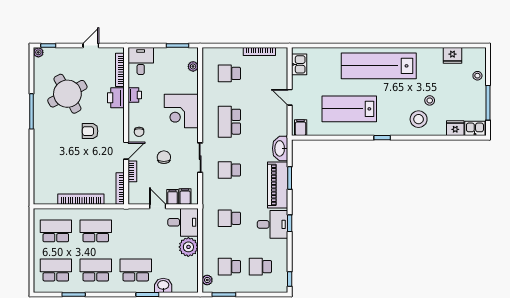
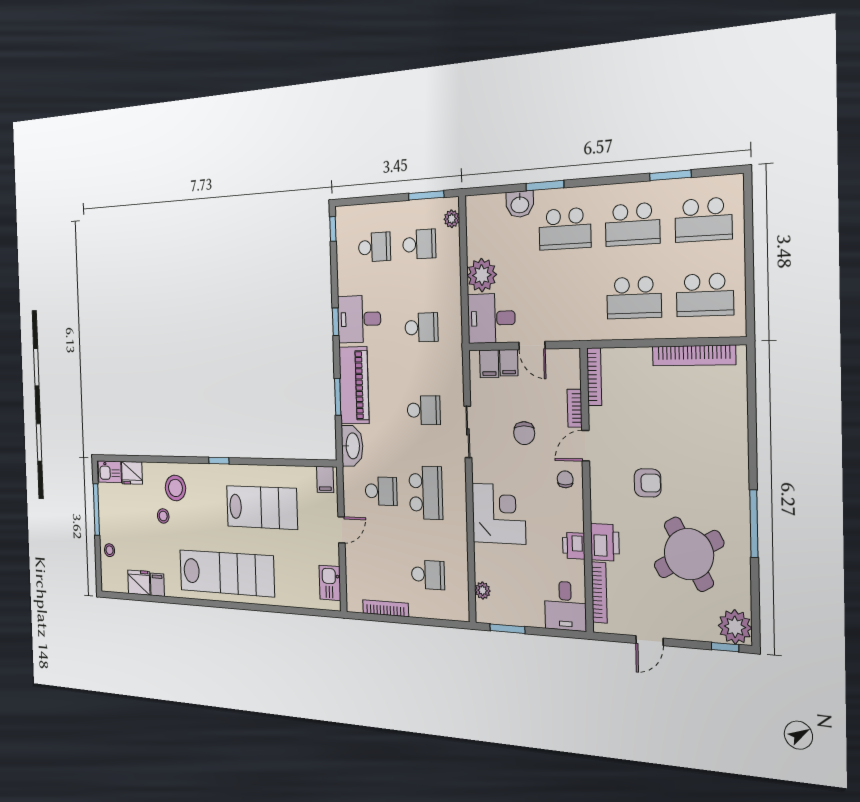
plant: (38, 52) -> (735, 627), width x1.88, depth x1.88
filing cabinet: (437, 55) -> (157, 585), added
door: (290, 97) -> (341, 530), hinge flipped
school desk: (260, 122) -> (381, 491), added
bookcase: (81, 199) -> (694, 356), moved

